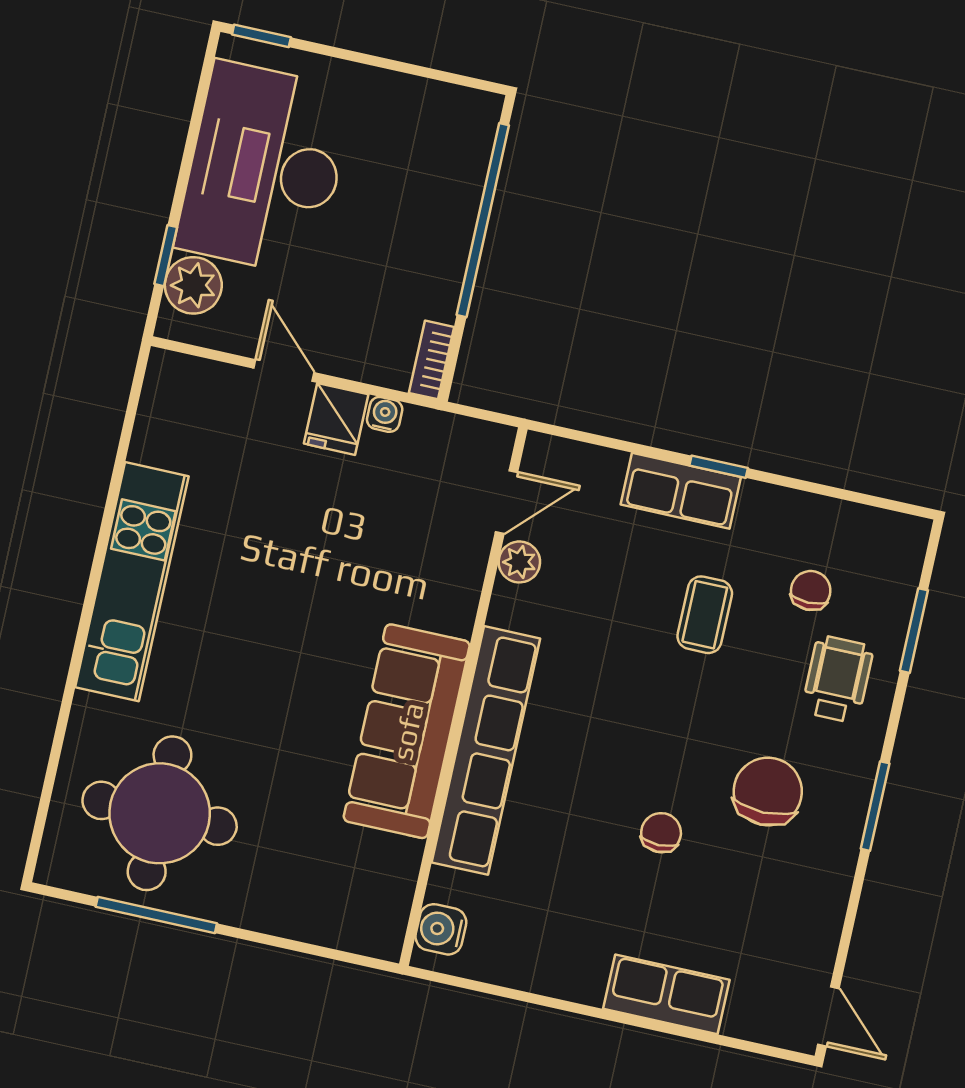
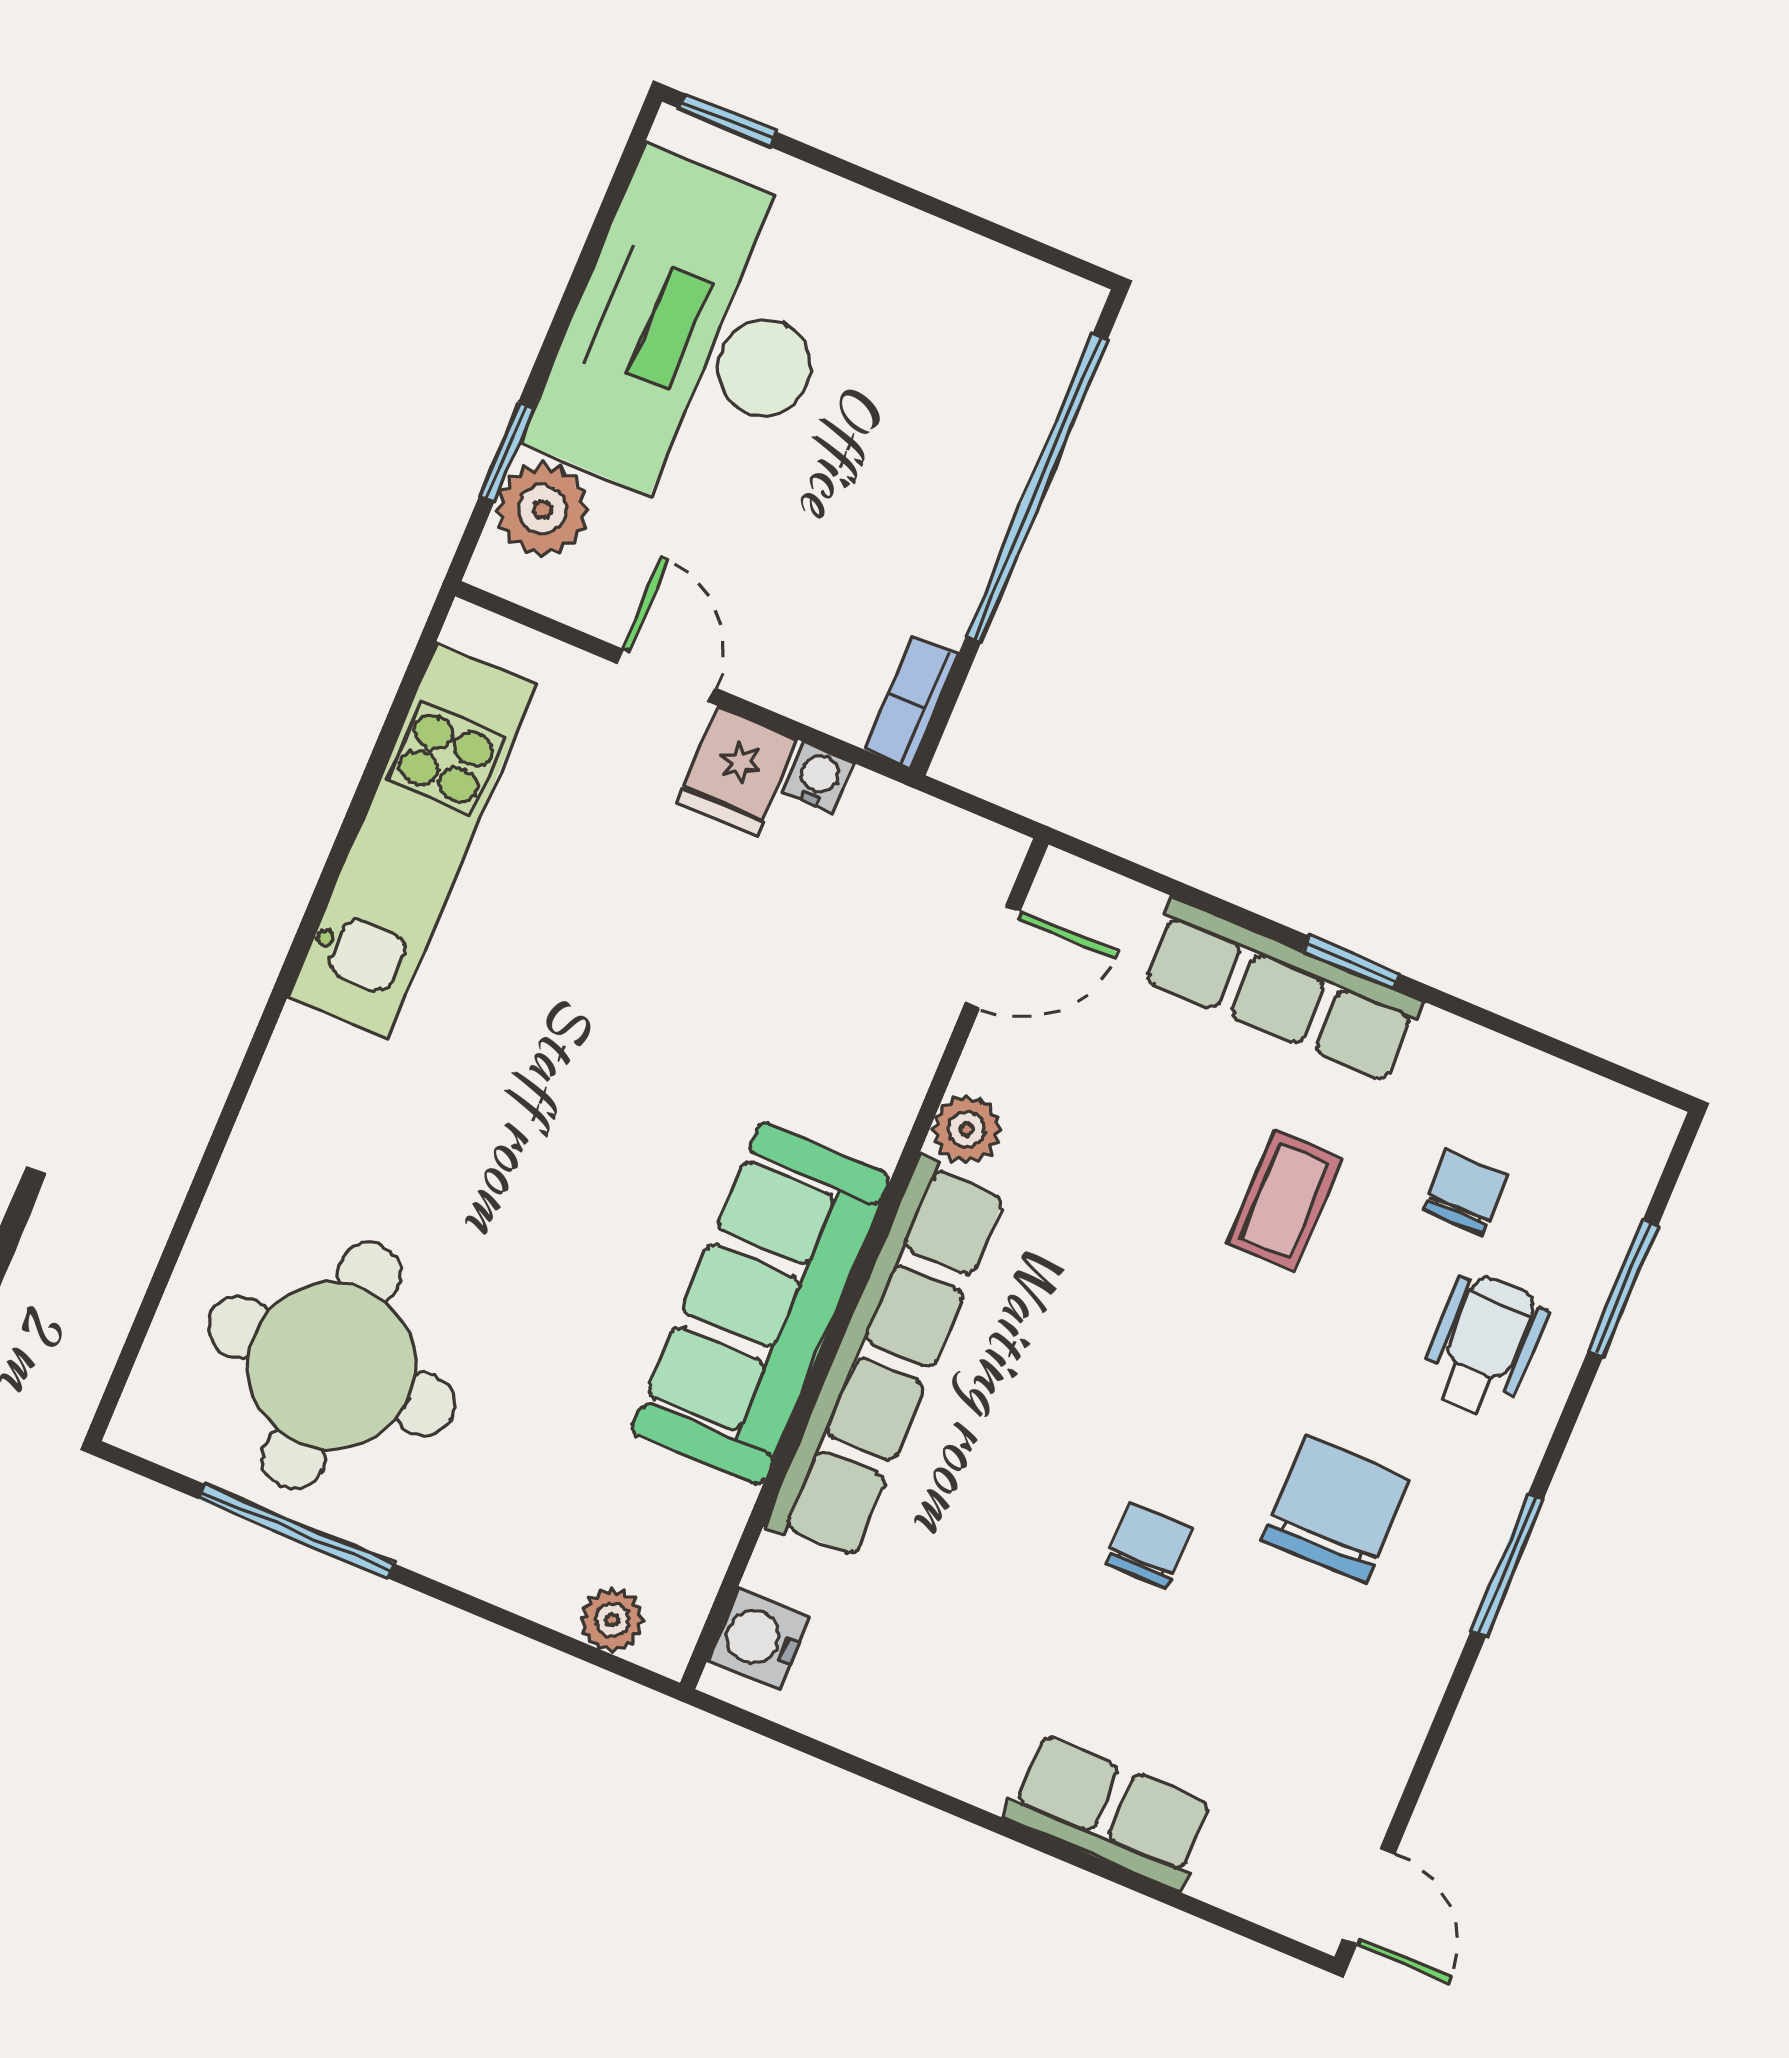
row of seats: (681, 491) -> (1282, 990), width x1.48
plant: (519, 562) -> (967, 1129), moved
kitchen unit: (132, 582) -> (412, 840), moved
plant: (352, 934) -> (612, 1620), added

